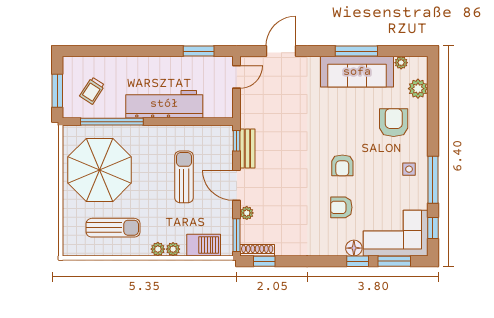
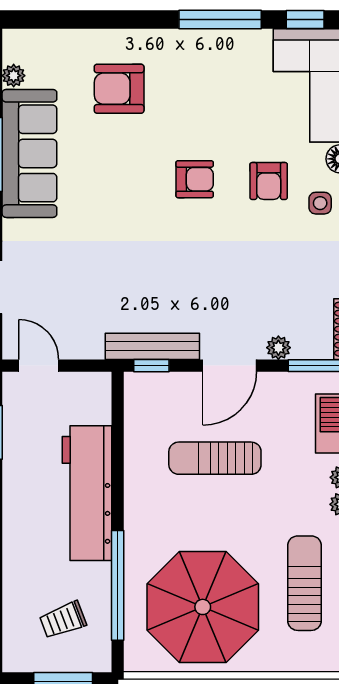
plant: (418, 89) -> (59, 46), removed
trolley: (92, 91) -> (63, 620), turned 126
bench: (247, 148) -> (152, 346), width x1.36
side table: (409, 169) -> (320, 203), moved

